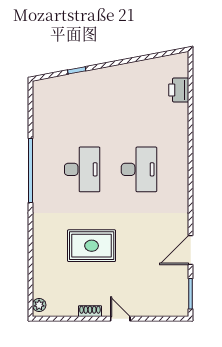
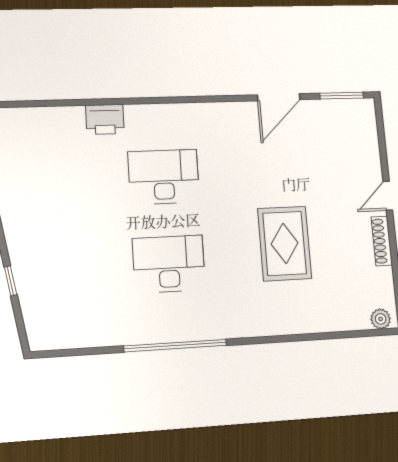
printer: (179, 90) -> (105, 119), moved
door: (191, 250) -> (279, 97), hinge flipped
shoe rack: (90, 311) -> (382, 241), width x1.43

